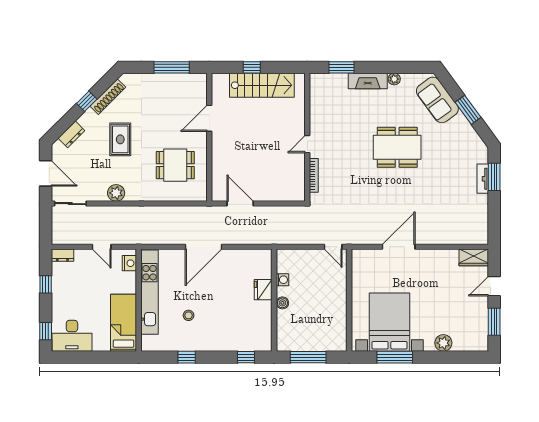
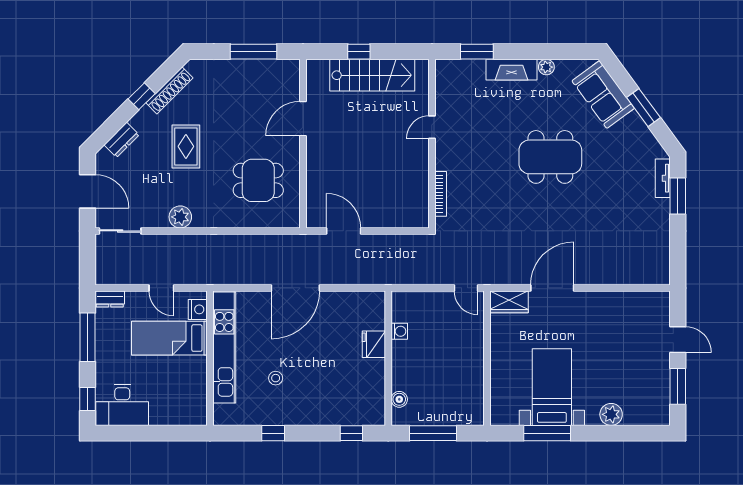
door: (307, 144) -> (432, 127), moved
tv unit: (483, 179) -> (663, 178), moved
wardrobe: (474, 257) -> (509, 302), moved
window: (46, 284) -> (88, 337), width x2.17
door: (494, 286) -> (678, 340), swing flipped
boiler: (282, 303) -> (399, 399), moved
bed with nightstands: (389, 322) -> (552, 387), width x0.73
bed: (124, 323) -> (169, 338), moved, turned -90

